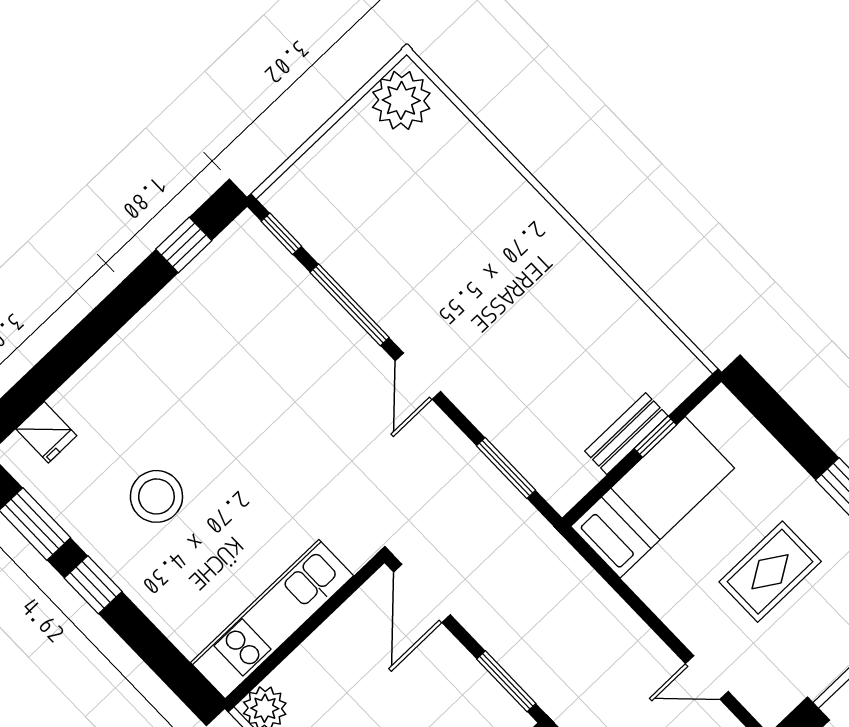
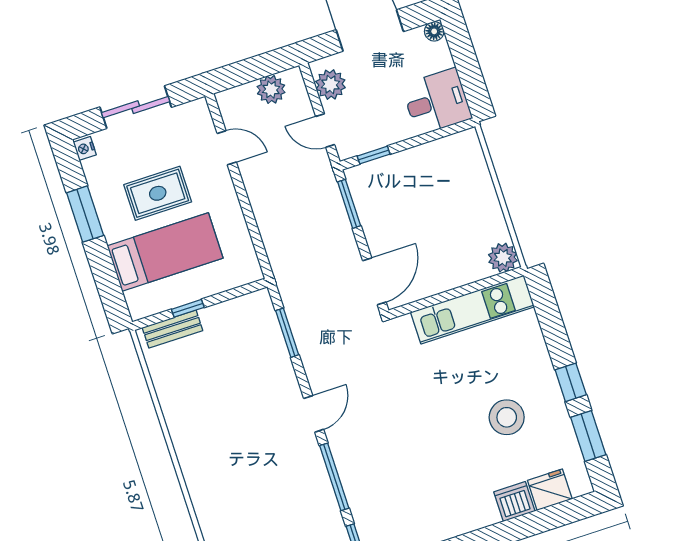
dishwasher: (92, 388) -> (514, 502), added
fridge: (46, 432) -> (550, 490), width x1.38
bench: (626, 434) -> (172, 329), moved
bed: (653, 497) -> (165, 252), moved, turned 180

